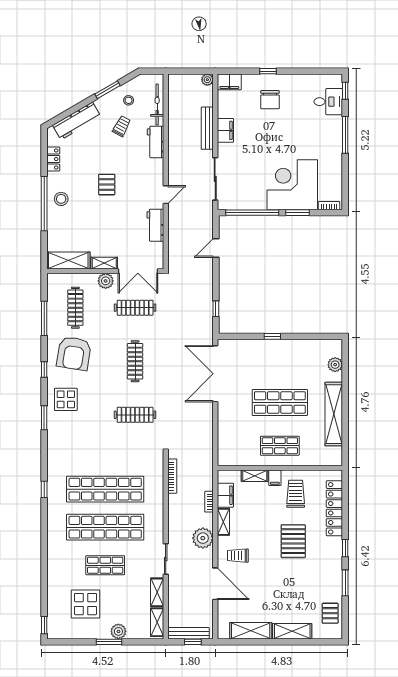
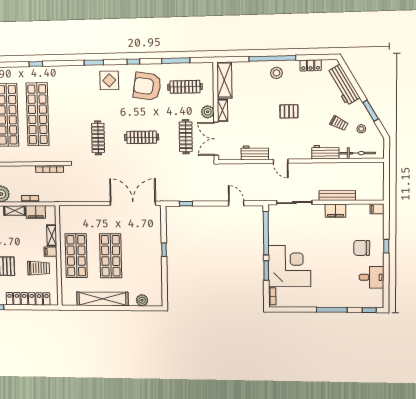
plant: (207, 80) -> (379, 195), removed
filing cabinet: (229, 82) -> (377, 209), width x0.50
desk: (328, 102) -> (372, 277), moved, turned -90
shop shelf: (280, 446) -> (76, 256), width x1.43, depth x1.36

